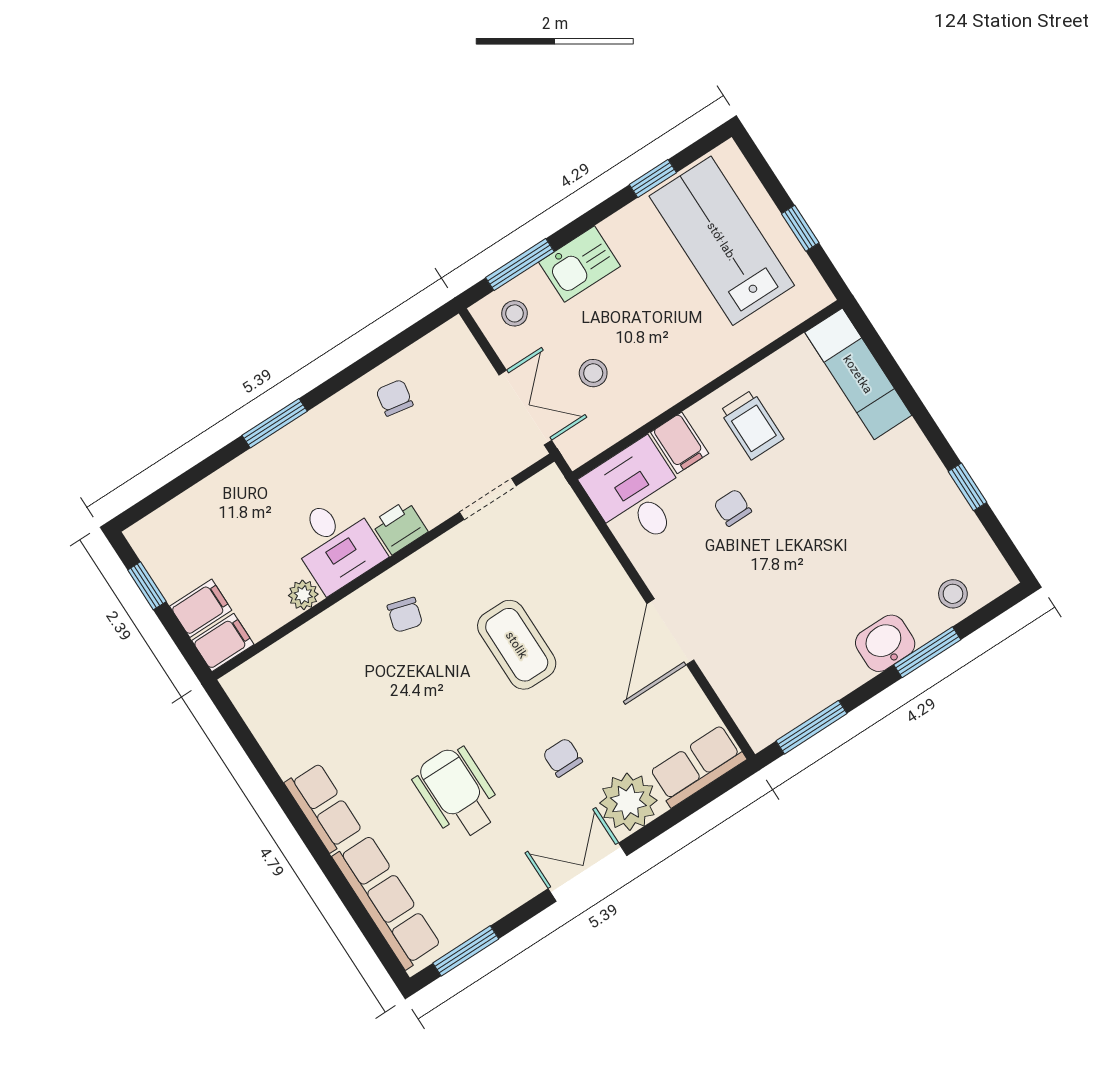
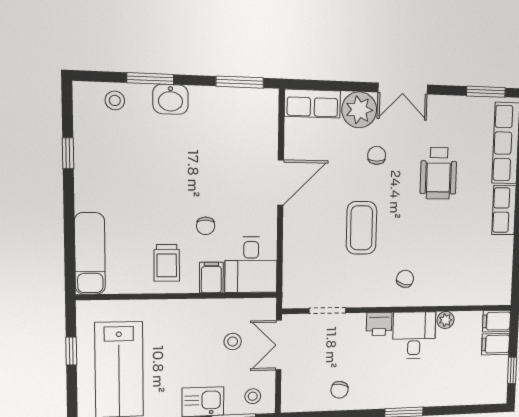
trolley: (752, 425) -> (167, 263), turned 180
chair: (563, 757) -> (377, 155), turned 180

